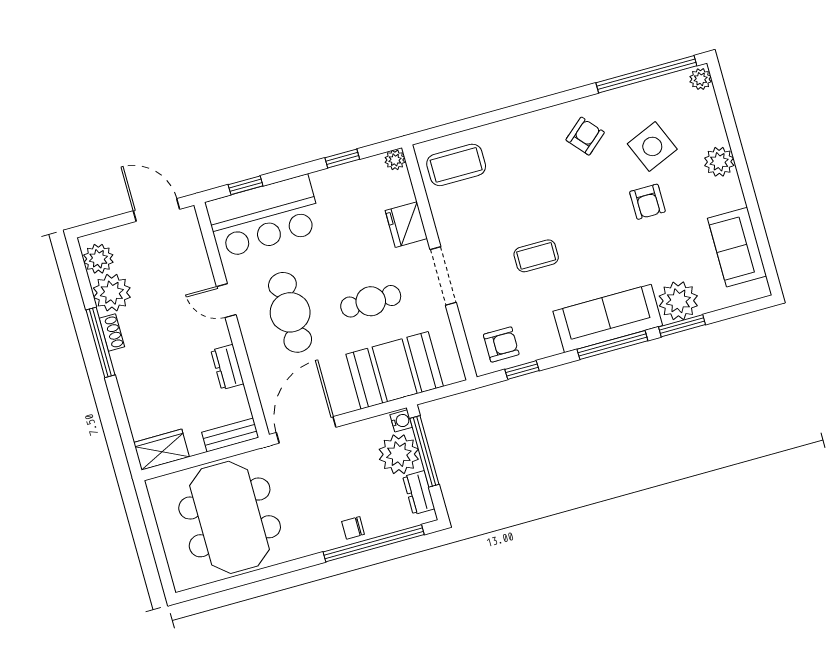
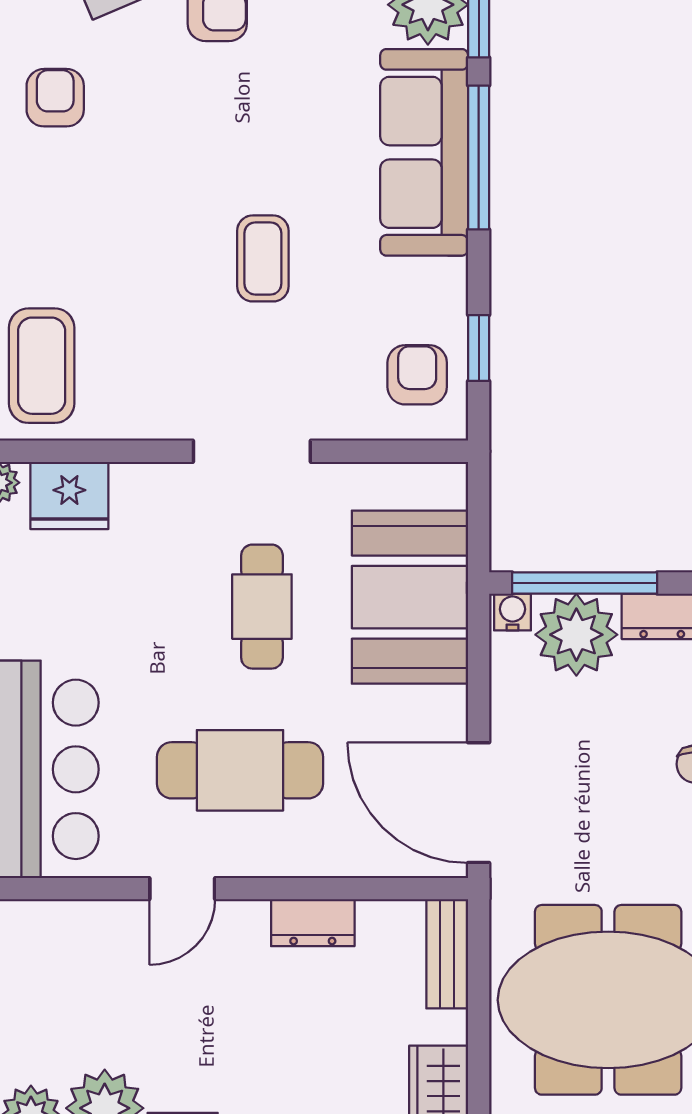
armchair: (585, 136) -> (55, 98), turned 41
fridge: (406, 225) -> (69, 495), moved

